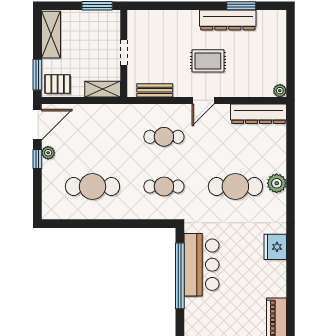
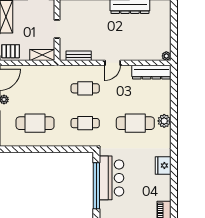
rug: (208, 61) -> (116, 35), removed

